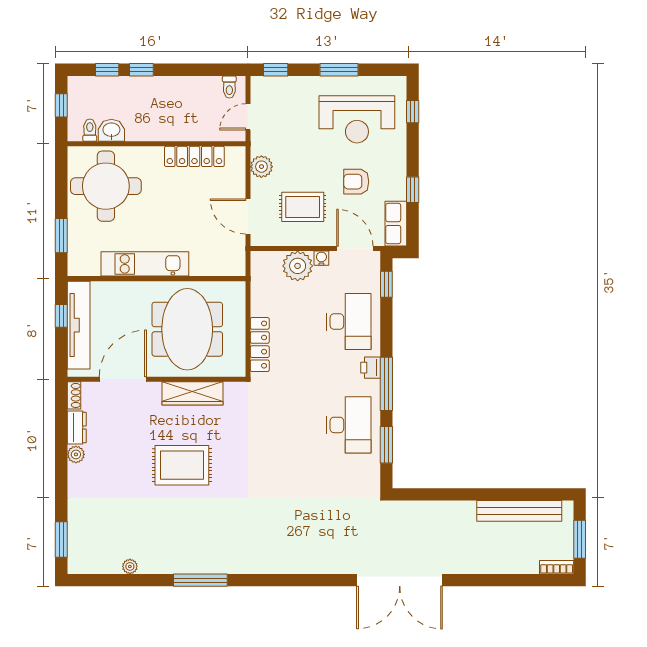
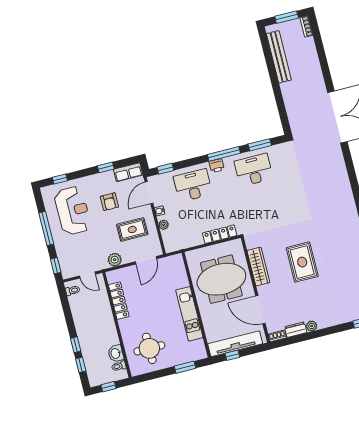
window: (339, 70) -> (46, 229), width x1.44
round table: (106, 186) -> (149, 348), width x0.73, depth x0.73
rug: (303, 207) -> (132, 229), turned 90
plant: (298, 266) -> (164, 225), width x0.53, depth x0.53

